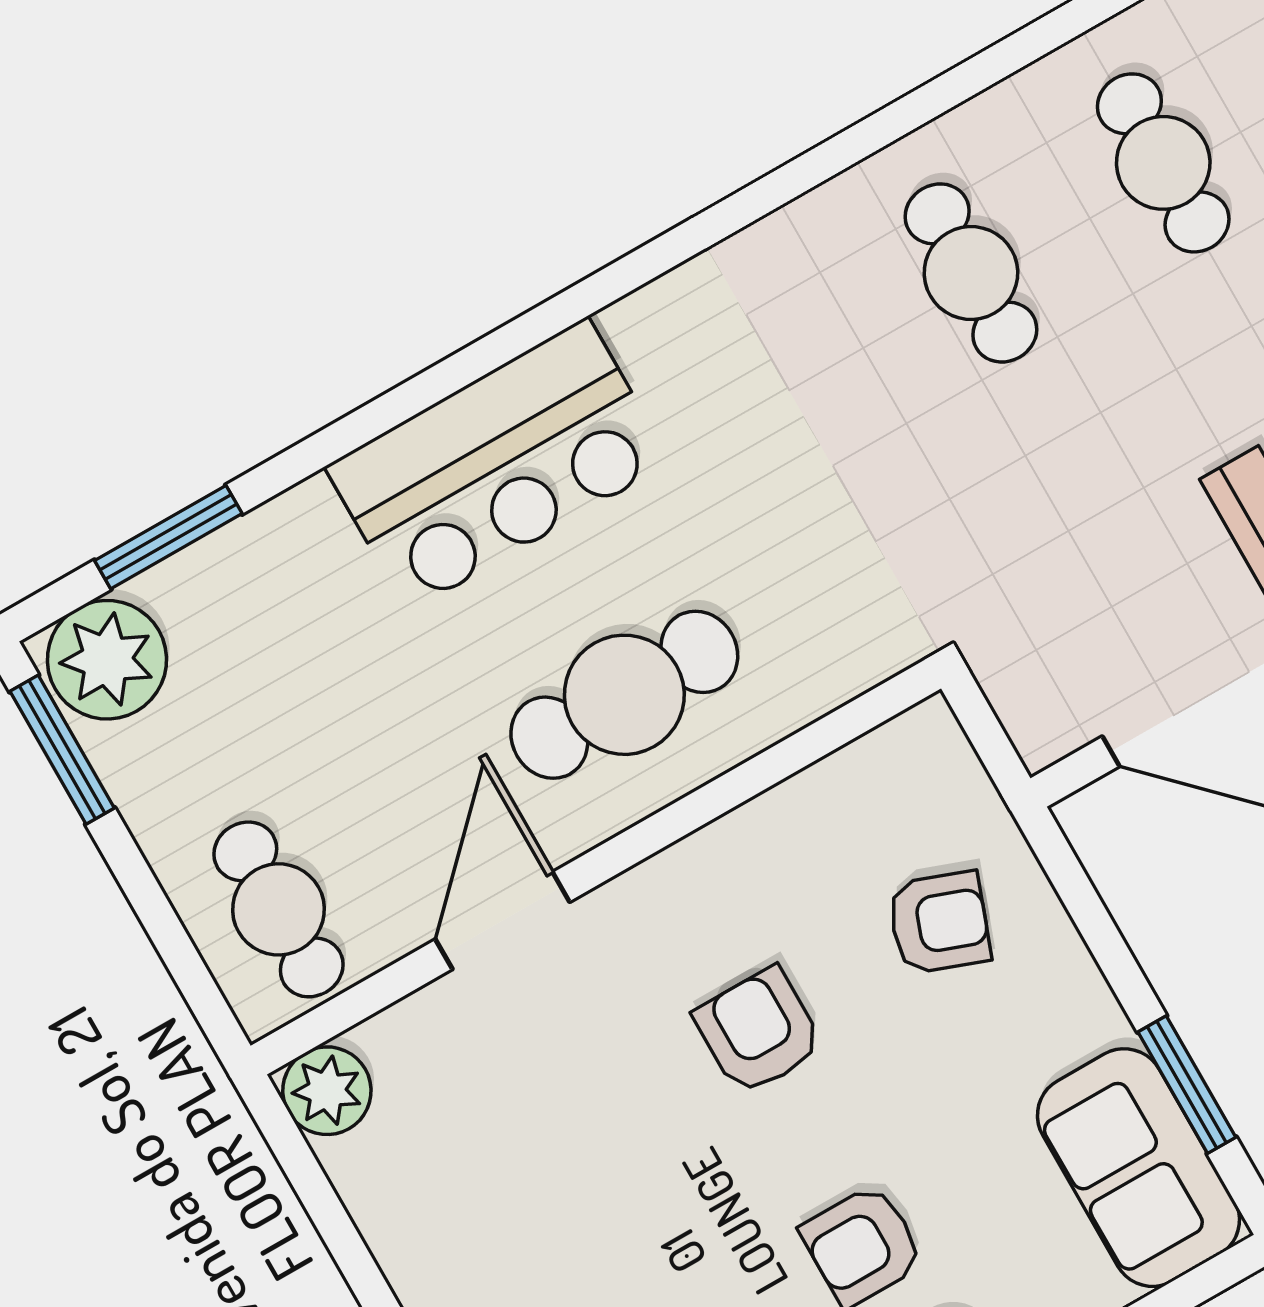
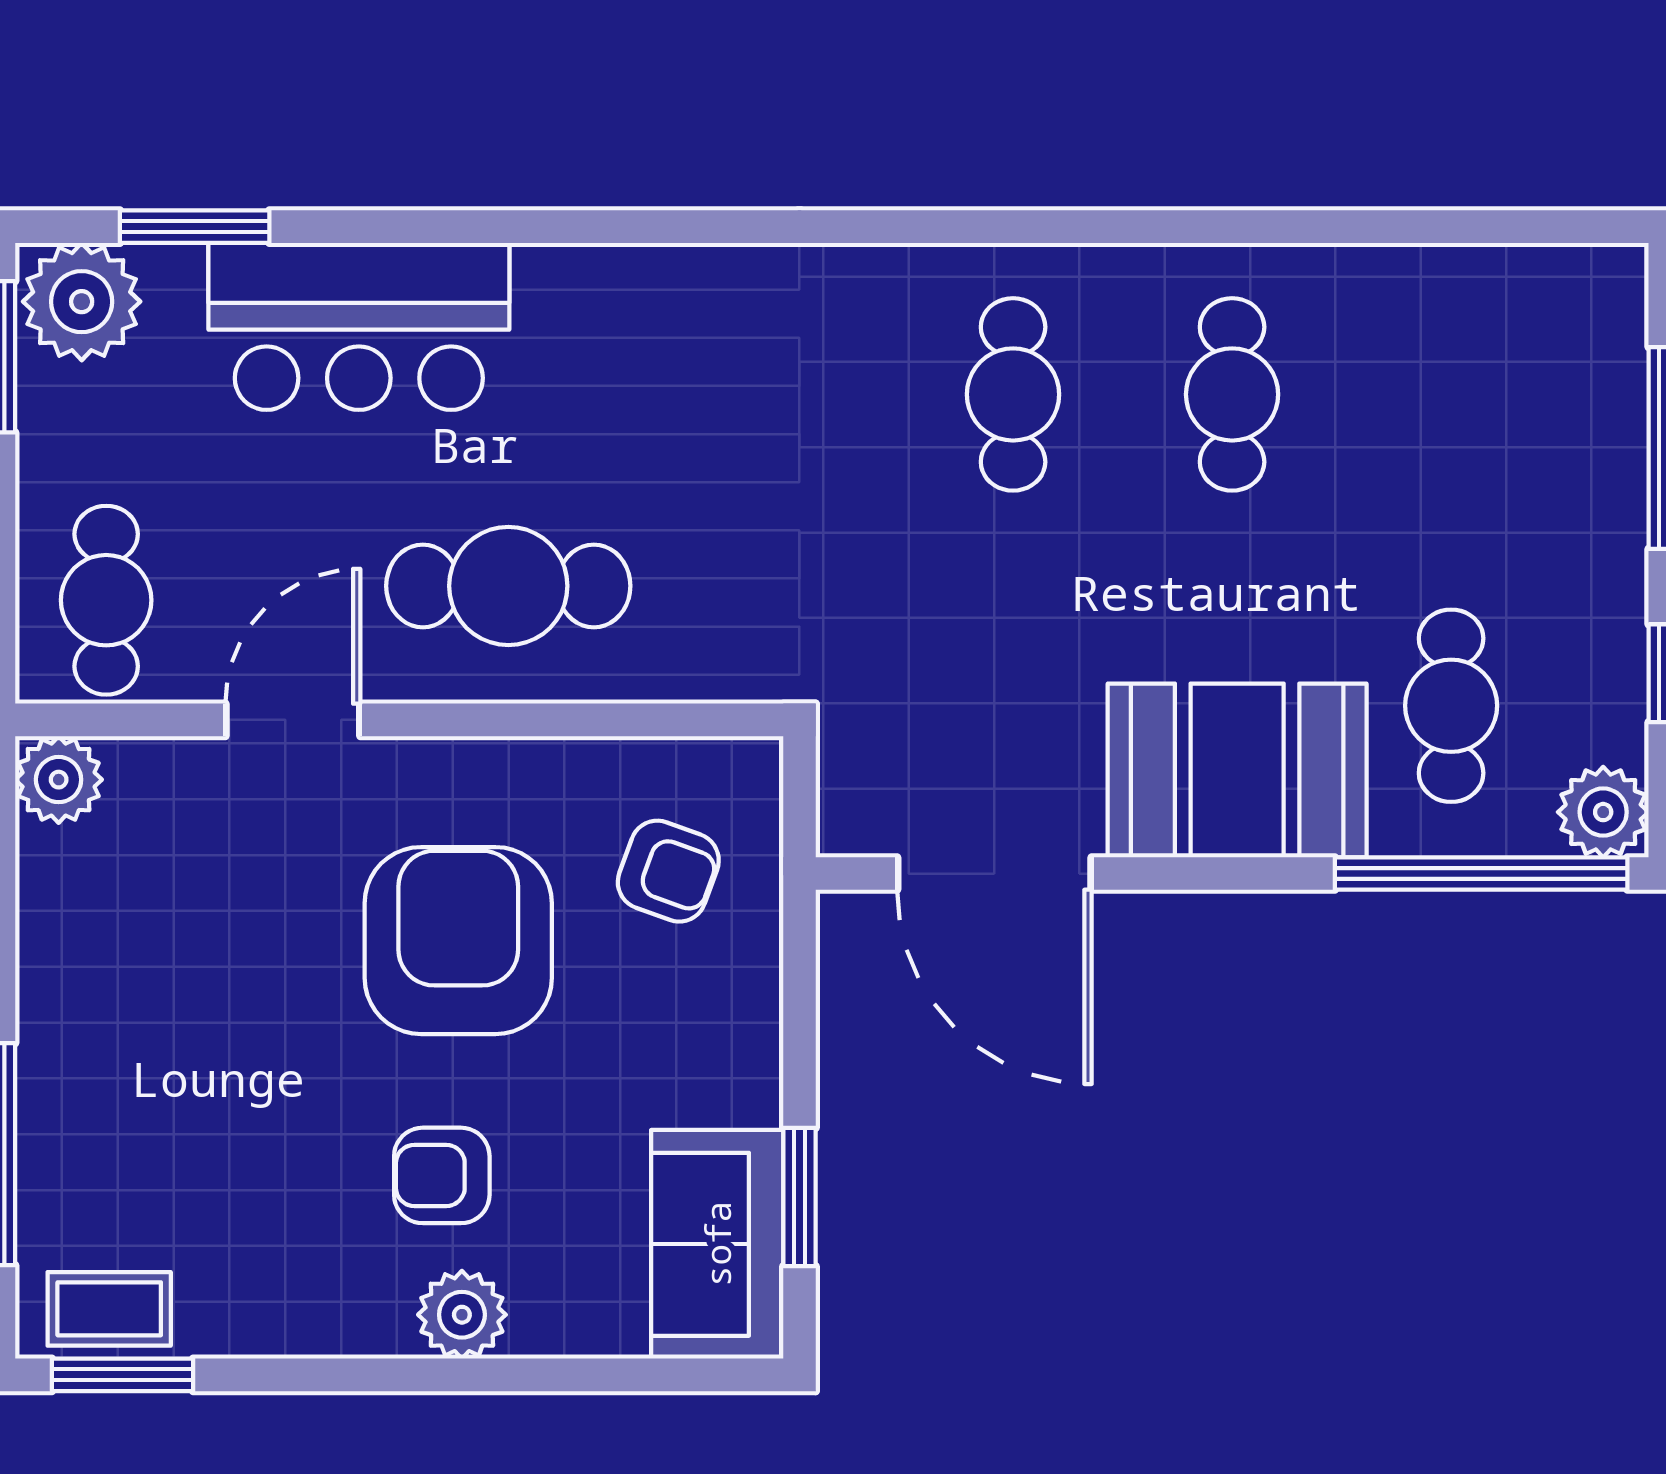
bar counter: (498, 465) -> (359, 326), moved
armchair: (939, 923) -> (668, 871), moved
armchair: (759, 1031) -> (458, 941), width x1.88, depth x1.88

